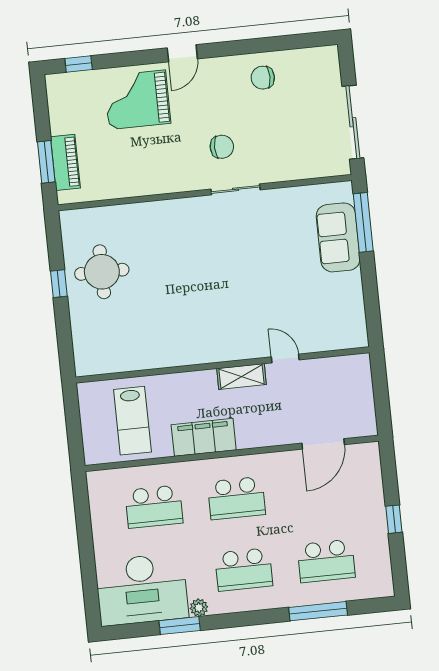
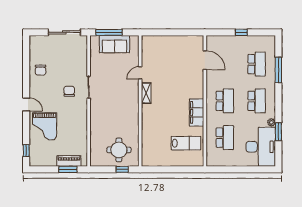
door: (285, 358) -> (140, 73), moved
wall: (223, 365) -> (140, 101), moved
shelving: (242, 376) -> (146, 93), moved

